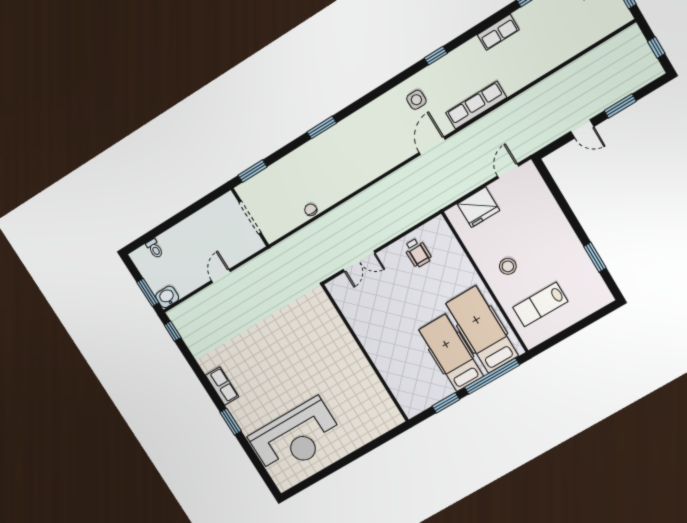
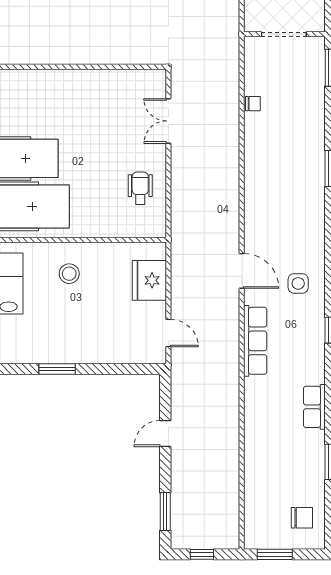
window: (620, 106) -> (165, 511), moved
wheelchair: (418, 253) -> (140, 188), turned 90
window: (595, 257) -> (57, 369), moved

